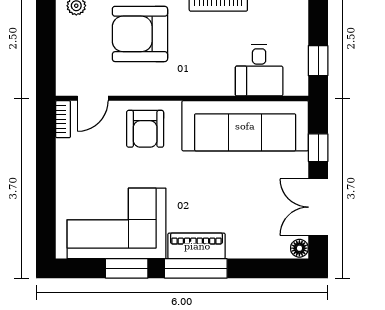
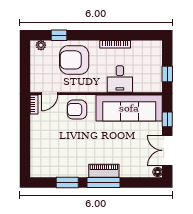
desk: (259, 70) -> (120, 79), moved
armchair: (145, 129) -> (77, 110), turned 90
corner sofa: (117, 223) -> (62, 159), removed

